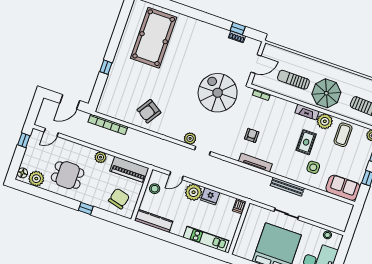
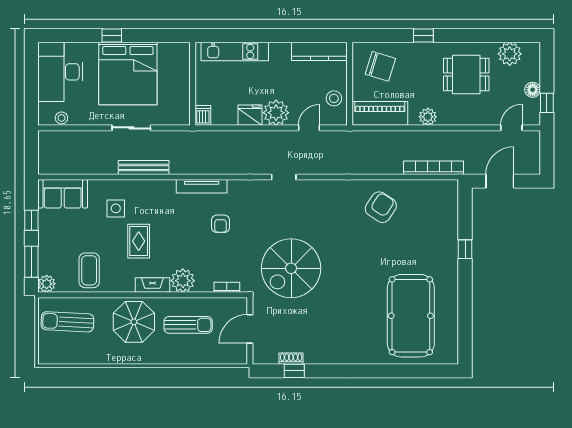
spiral stairs: (218, 93) -> (291, 268), turned 90
plant: (325, 121) -> (183, 281), moved
plant: (190, 138) -> (308, 189), removed
floor lamp: (22, 173) -> (533, 90), moved
chair: (119, 199) -> (380, 66), turned -87

